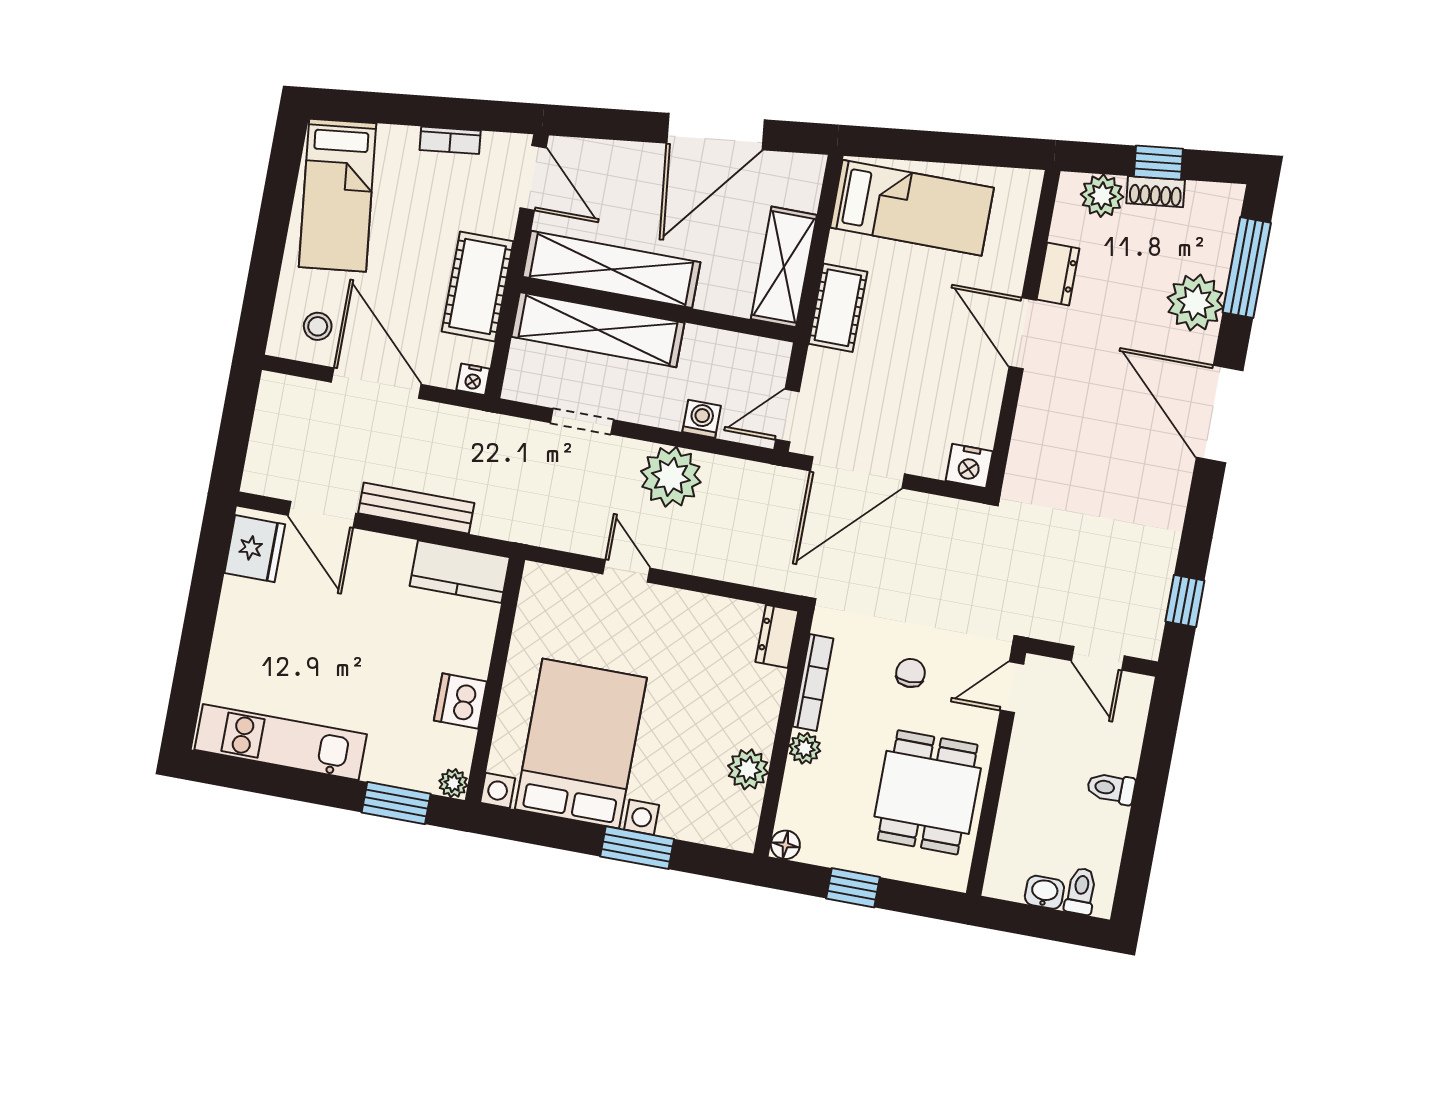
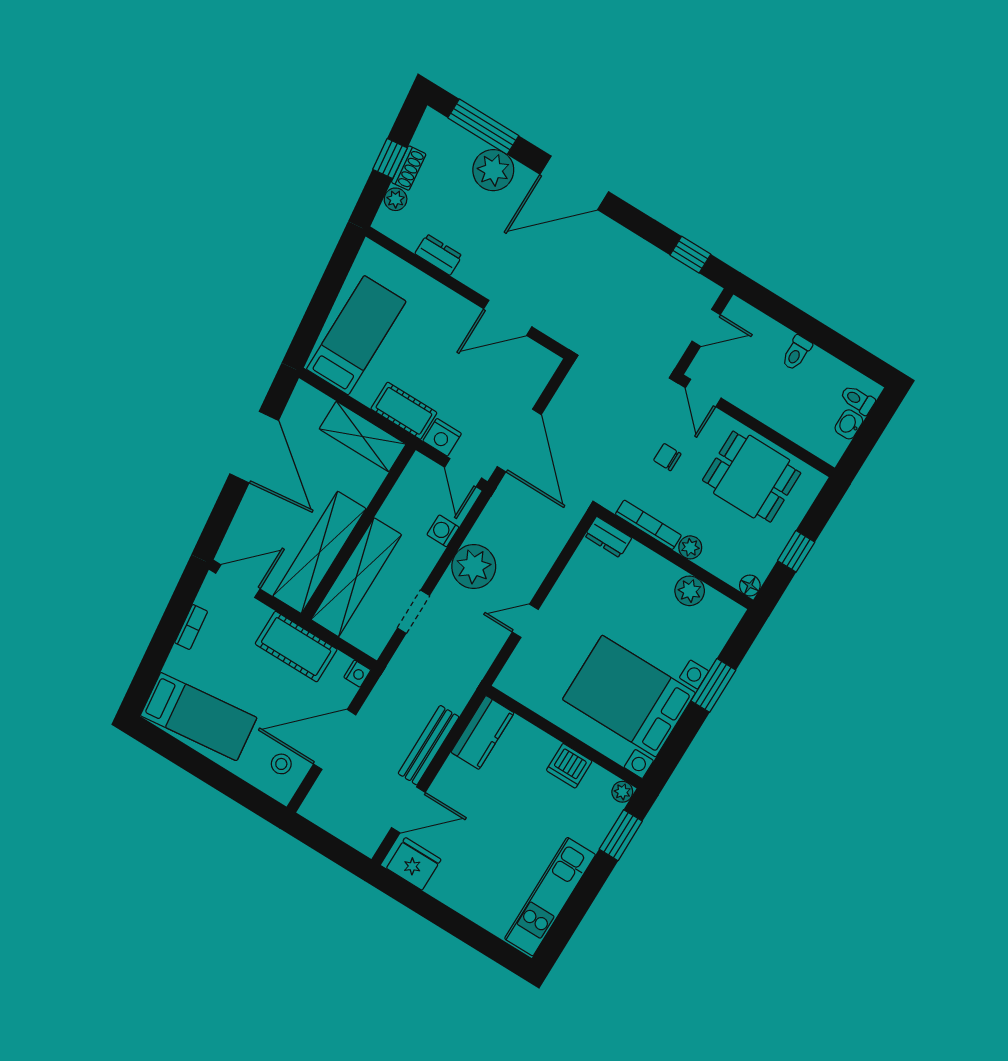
plant: (1102, 196) -> (396, 199), width x0.73, depth x0.73
door: (1023, 333) -> (508, 318), moved
nightstand: (969, 466) -> (442, 437), moved, turned 90

